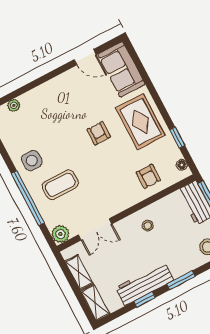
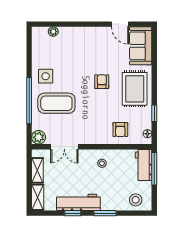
coffee table: (60, 185) -> (56, 103), width x1.36, depth x1.32

